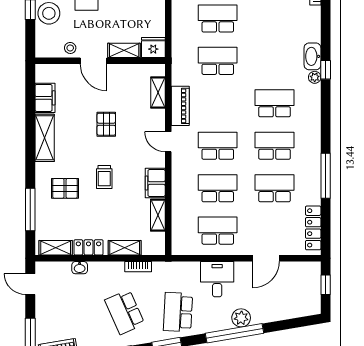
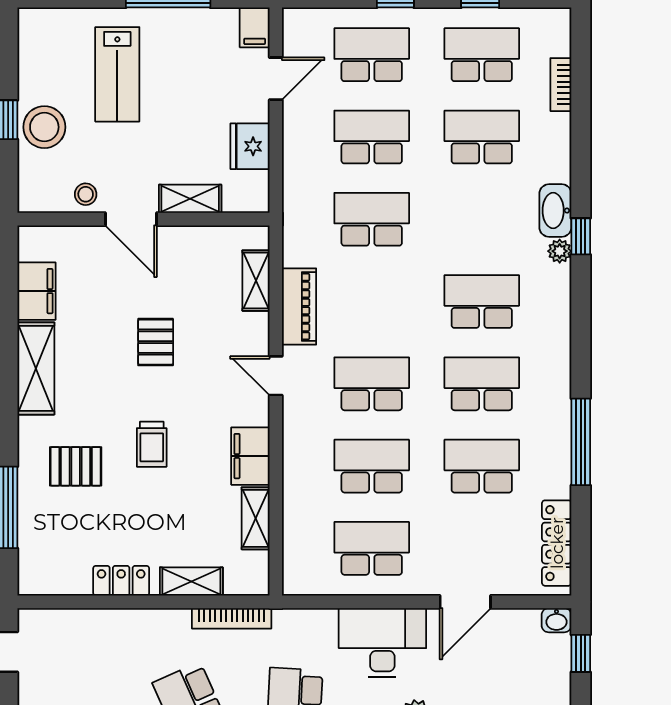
school desk: (275, 18) -> (482, 137), added
fridge: (153, 47) -> (250, 146), moved, turned -90
shelving: (56, 248) -> (57, 581), removed
bookcase: (138, 267) -> (232, 618), width x1.56
washbasin: (80, 268) -> (556, 620), moved
desk: (217, 279) -> (382, 643), width x1.37

